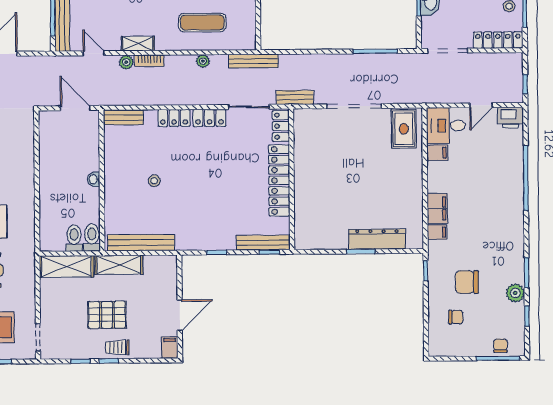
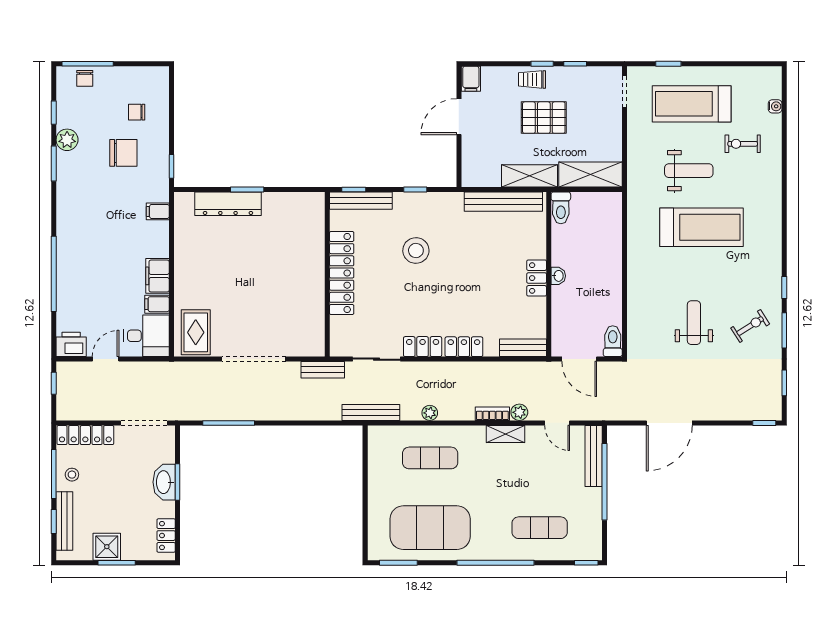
locker: (281, 126) -> (537, 278), moved, turned 180
stool: (154, 181) -> (416, 251), moved, width x1.89, depth x1.89
filing cabinet: (437, 208) -> (157, 276), moved
toilet: (74, 238) -> (613, 341), moved, turned 180
trolley: (117, 347) -> (532, 79), turned 180

